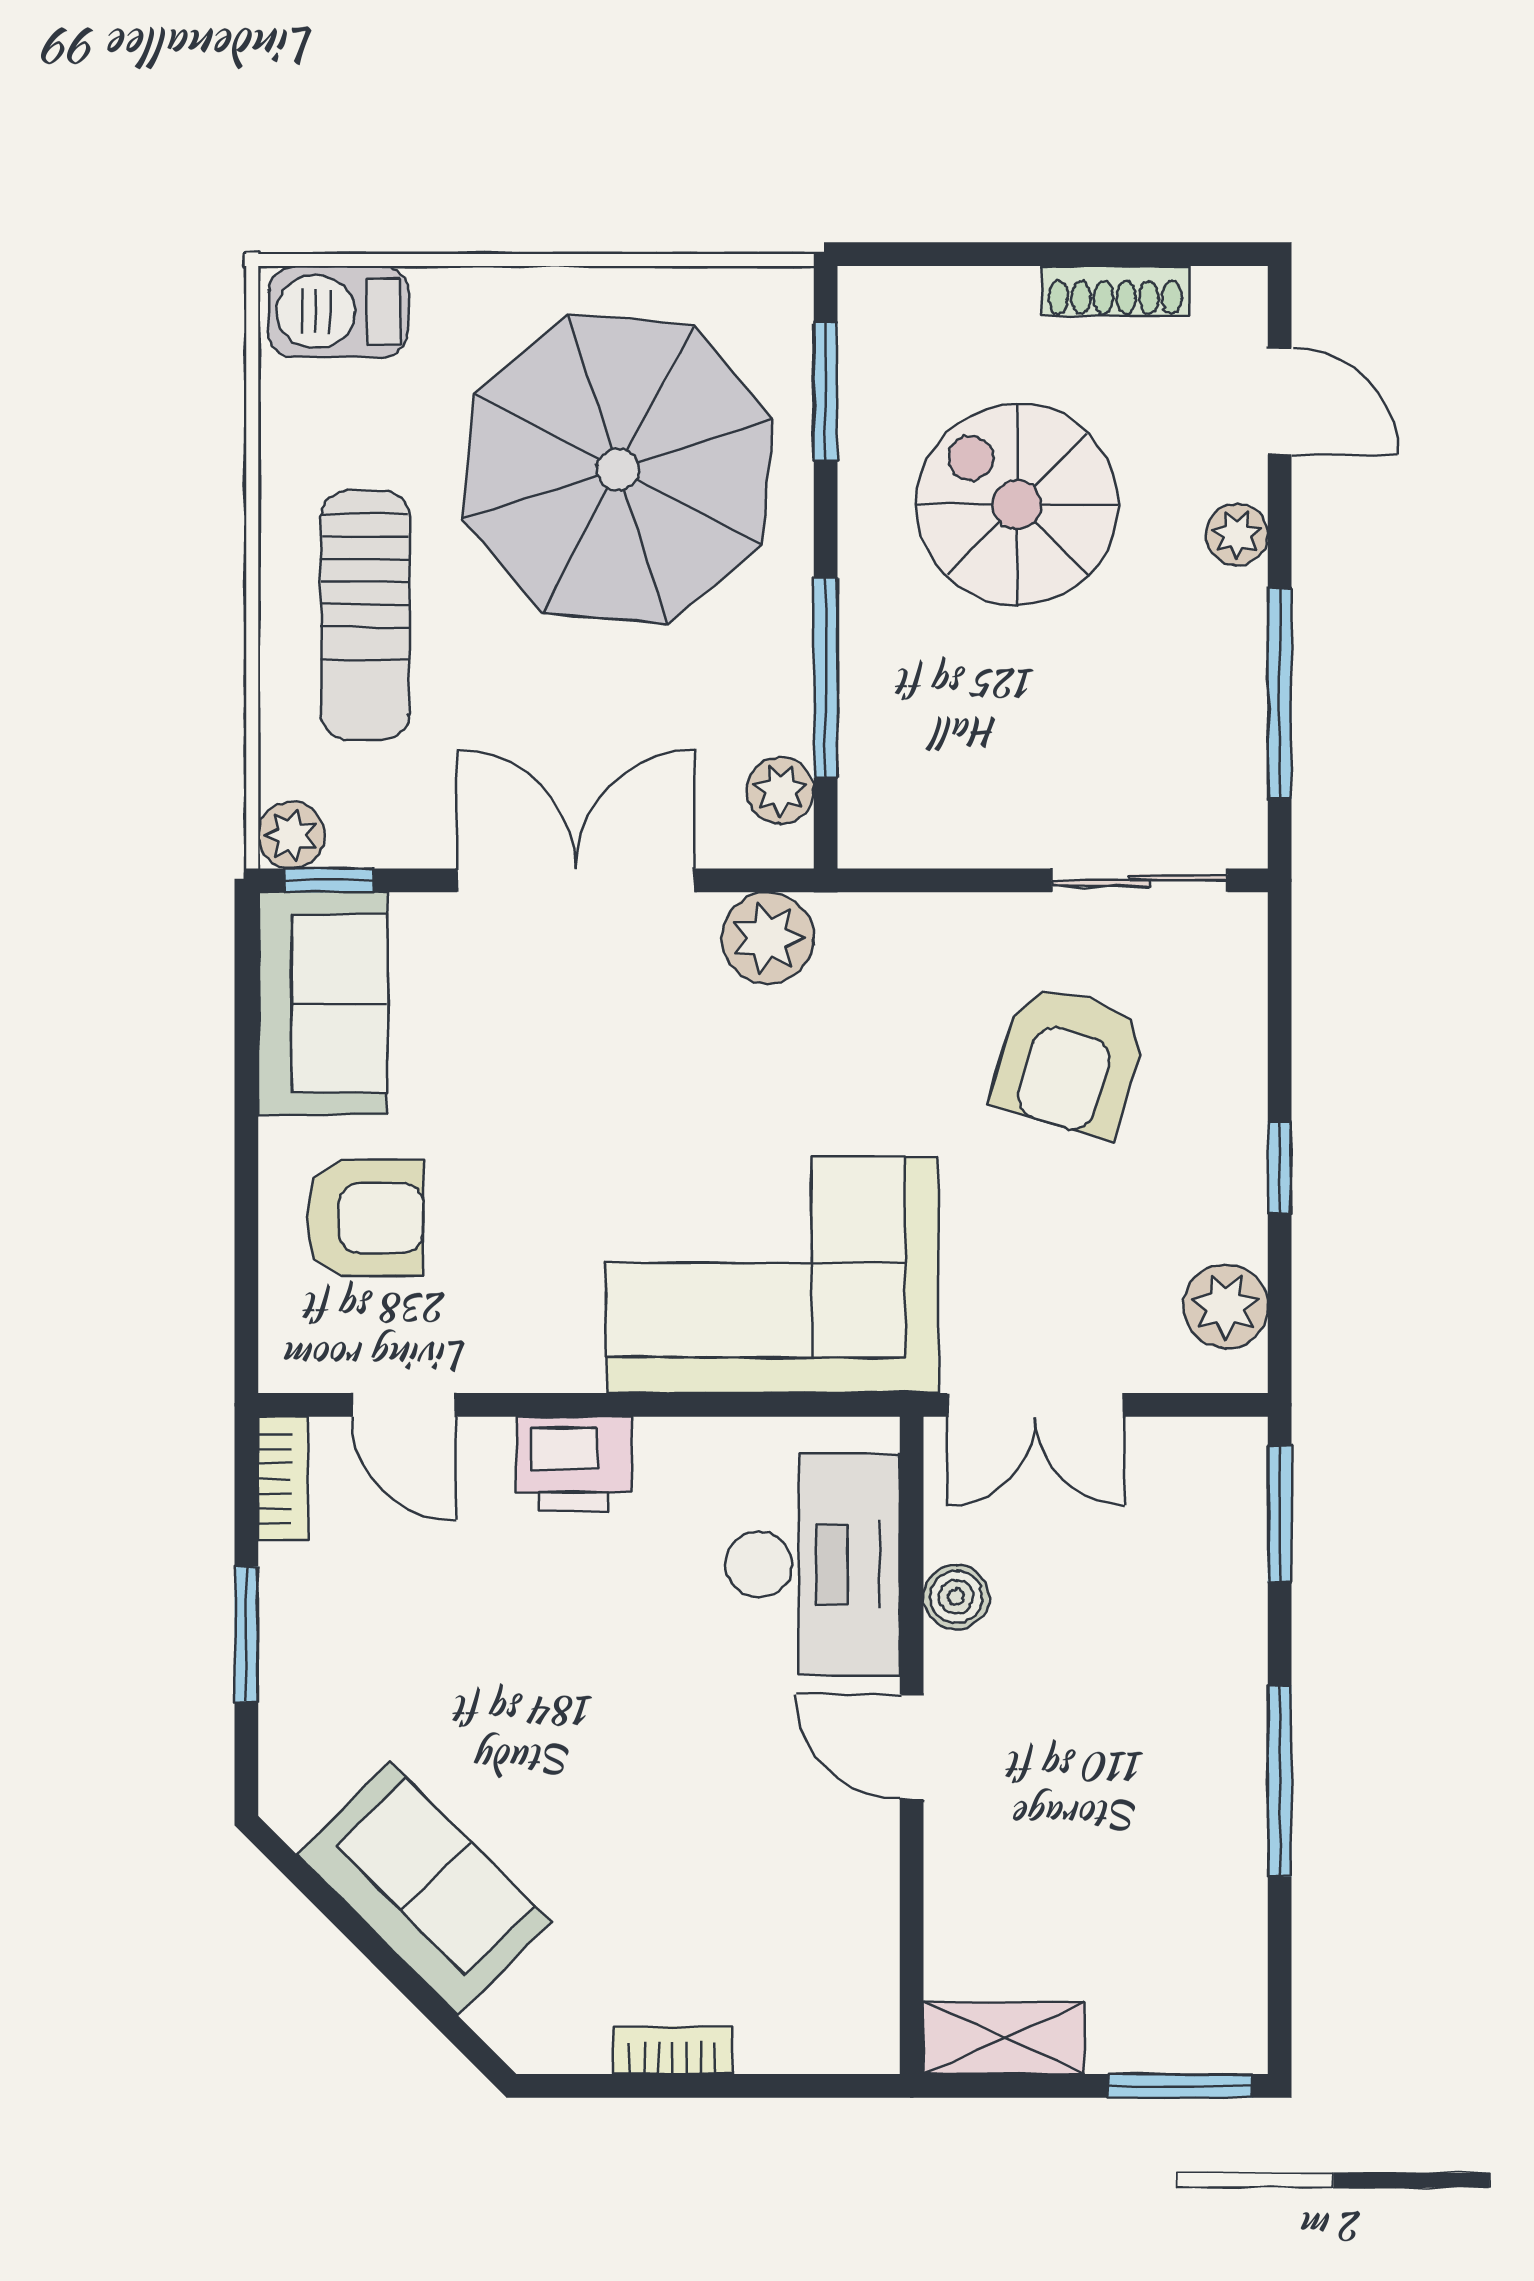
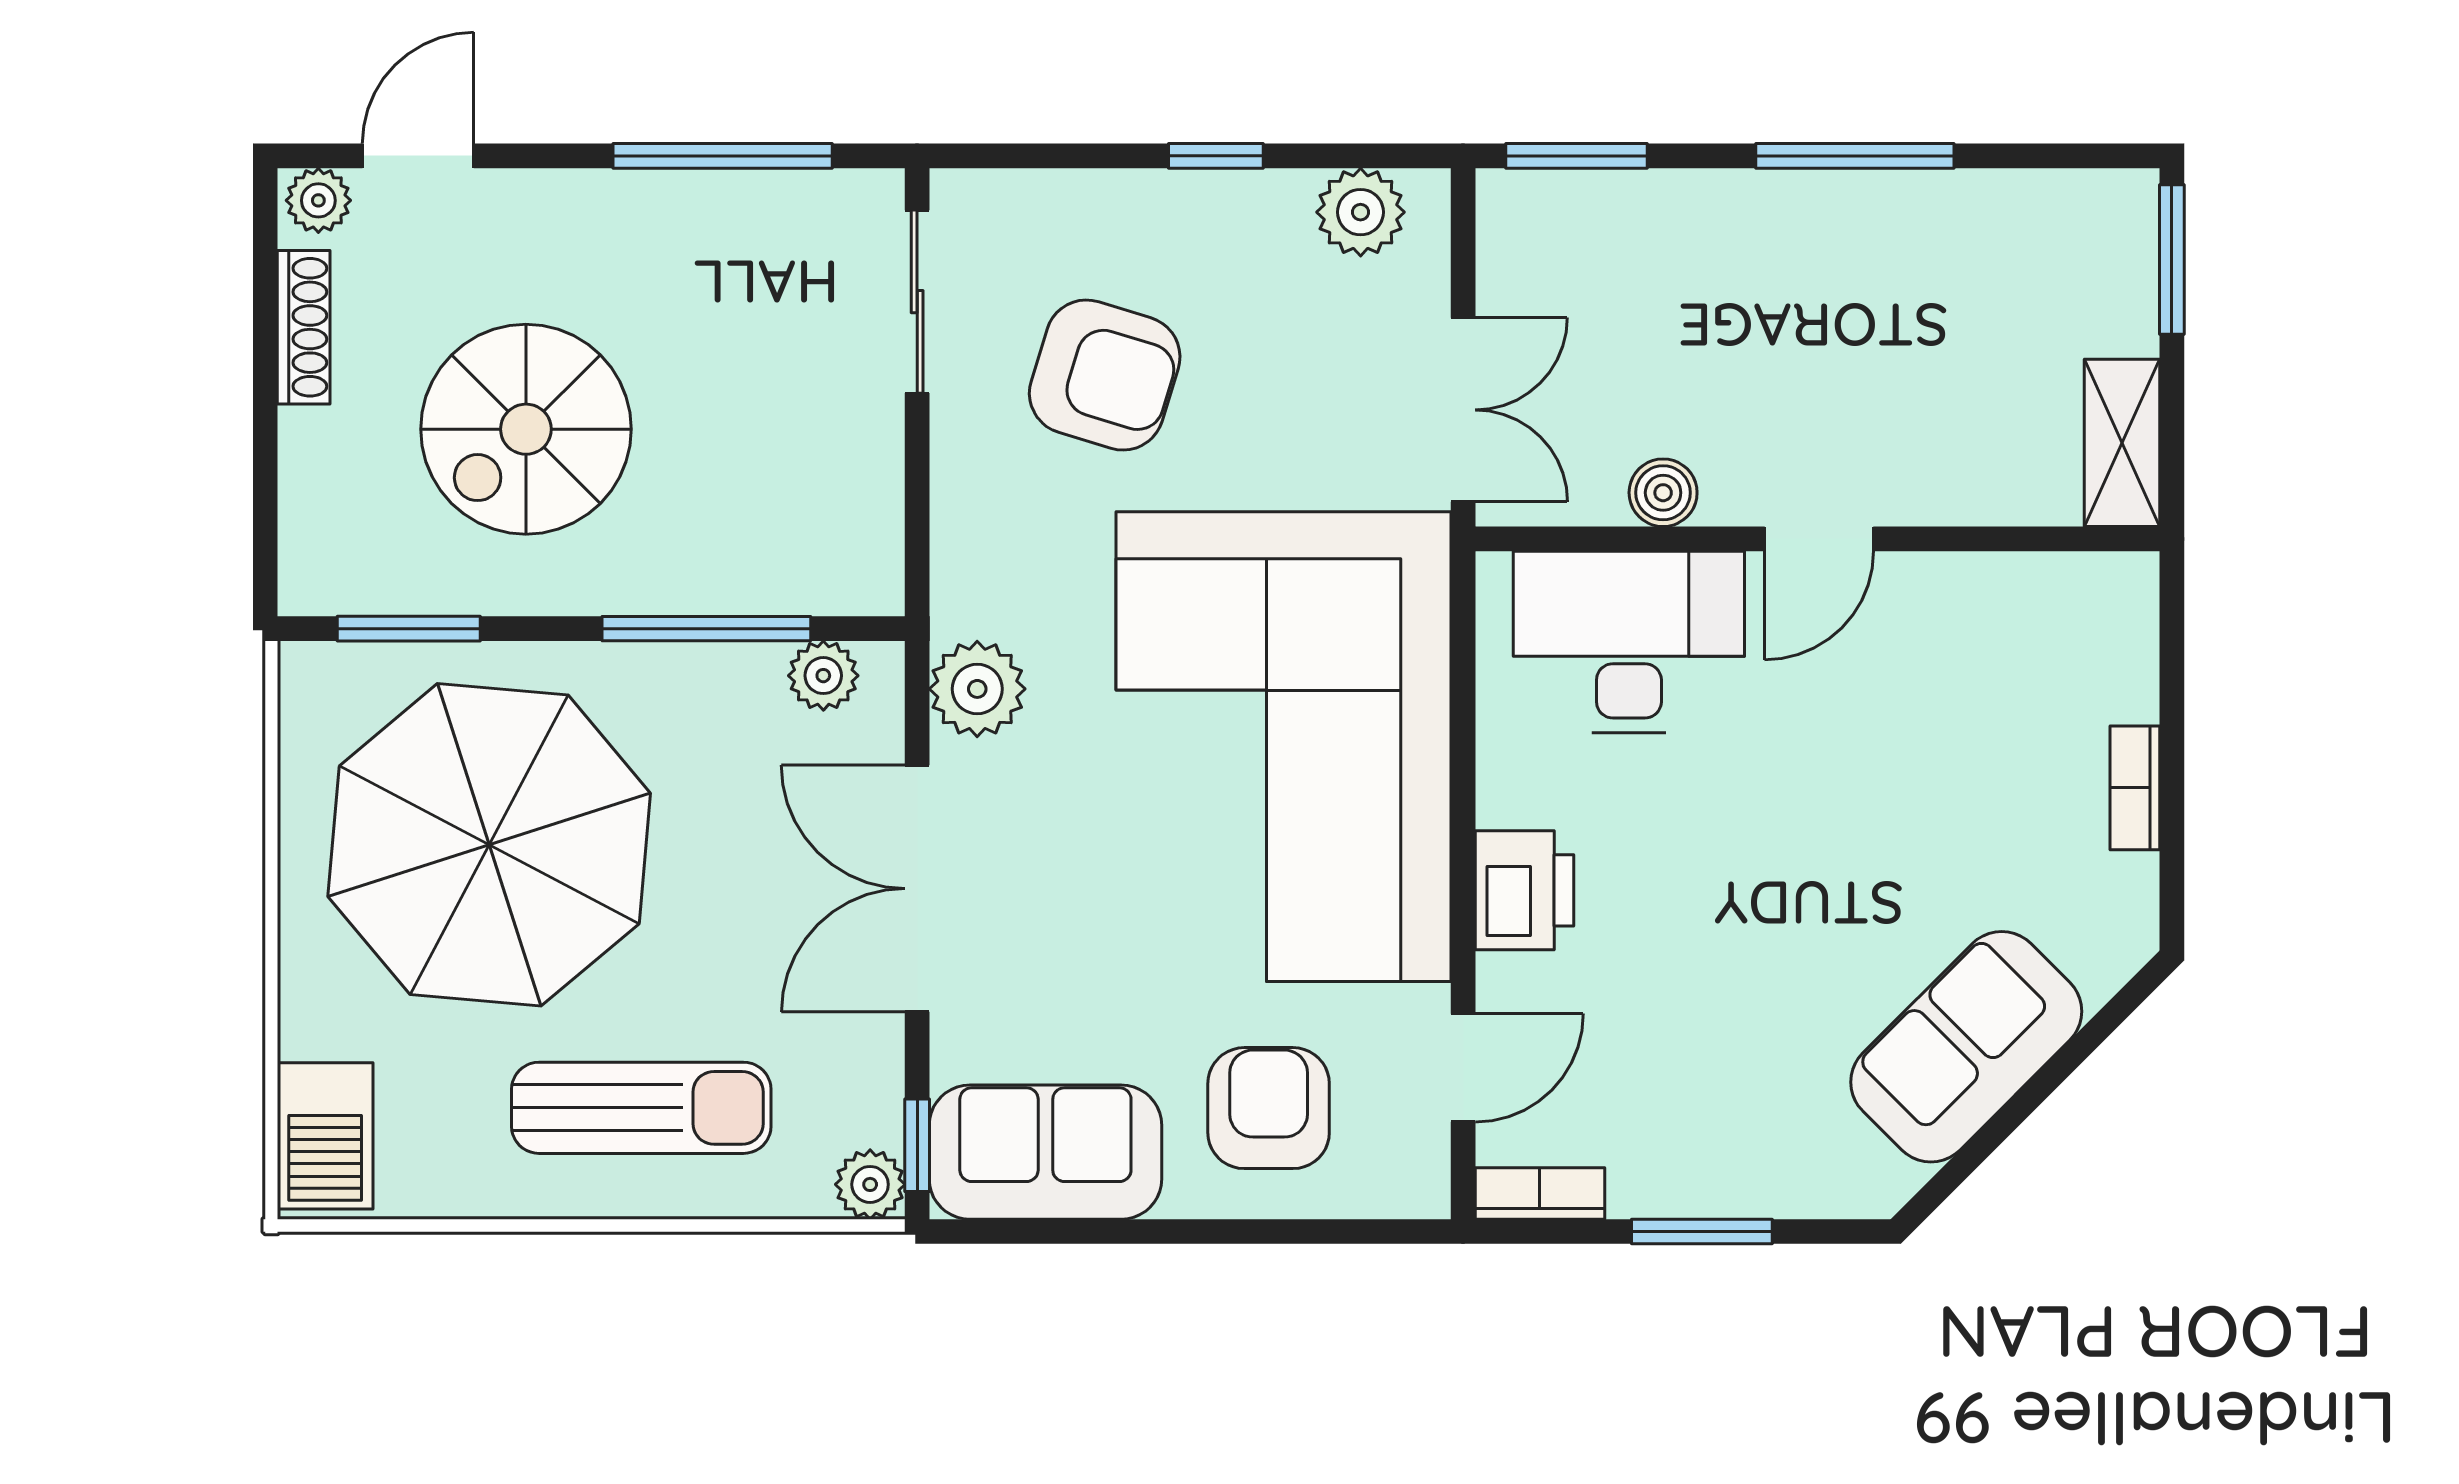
plant: (1237, 534) -> (318, 200), moved
corner sofa: (772, 1275) -> (1283, 747), width x1.36, depth x1.36

